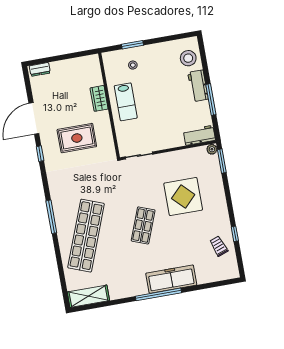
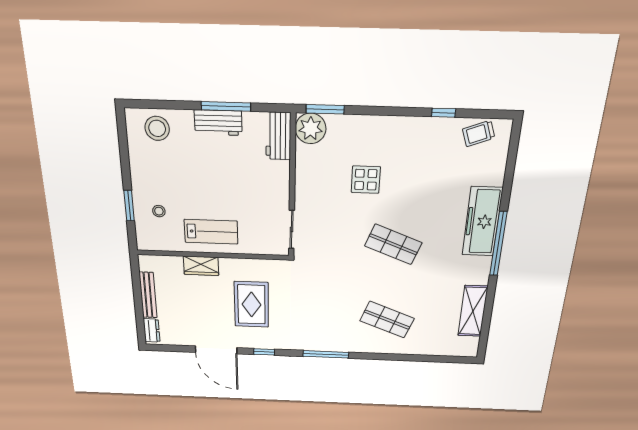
bench: (68, 64) -> (148, 295), added
workbench: (198, 86) -> (218, 123), moved
plant: (212, 149) -> (311, 128), width x1.87, depth x1.87
display table: (183, 197) -> (366, 180), width x0.54, depth x0.54
window: (51, 217) -> (326, 354), moved
shop shelf: (86, 236) -> (387, 320), width x0.50, depth x0.74
trolley: (219, 246) -> (479, 133), moved
shelving: (88, 296) -> (473, 311), moved

